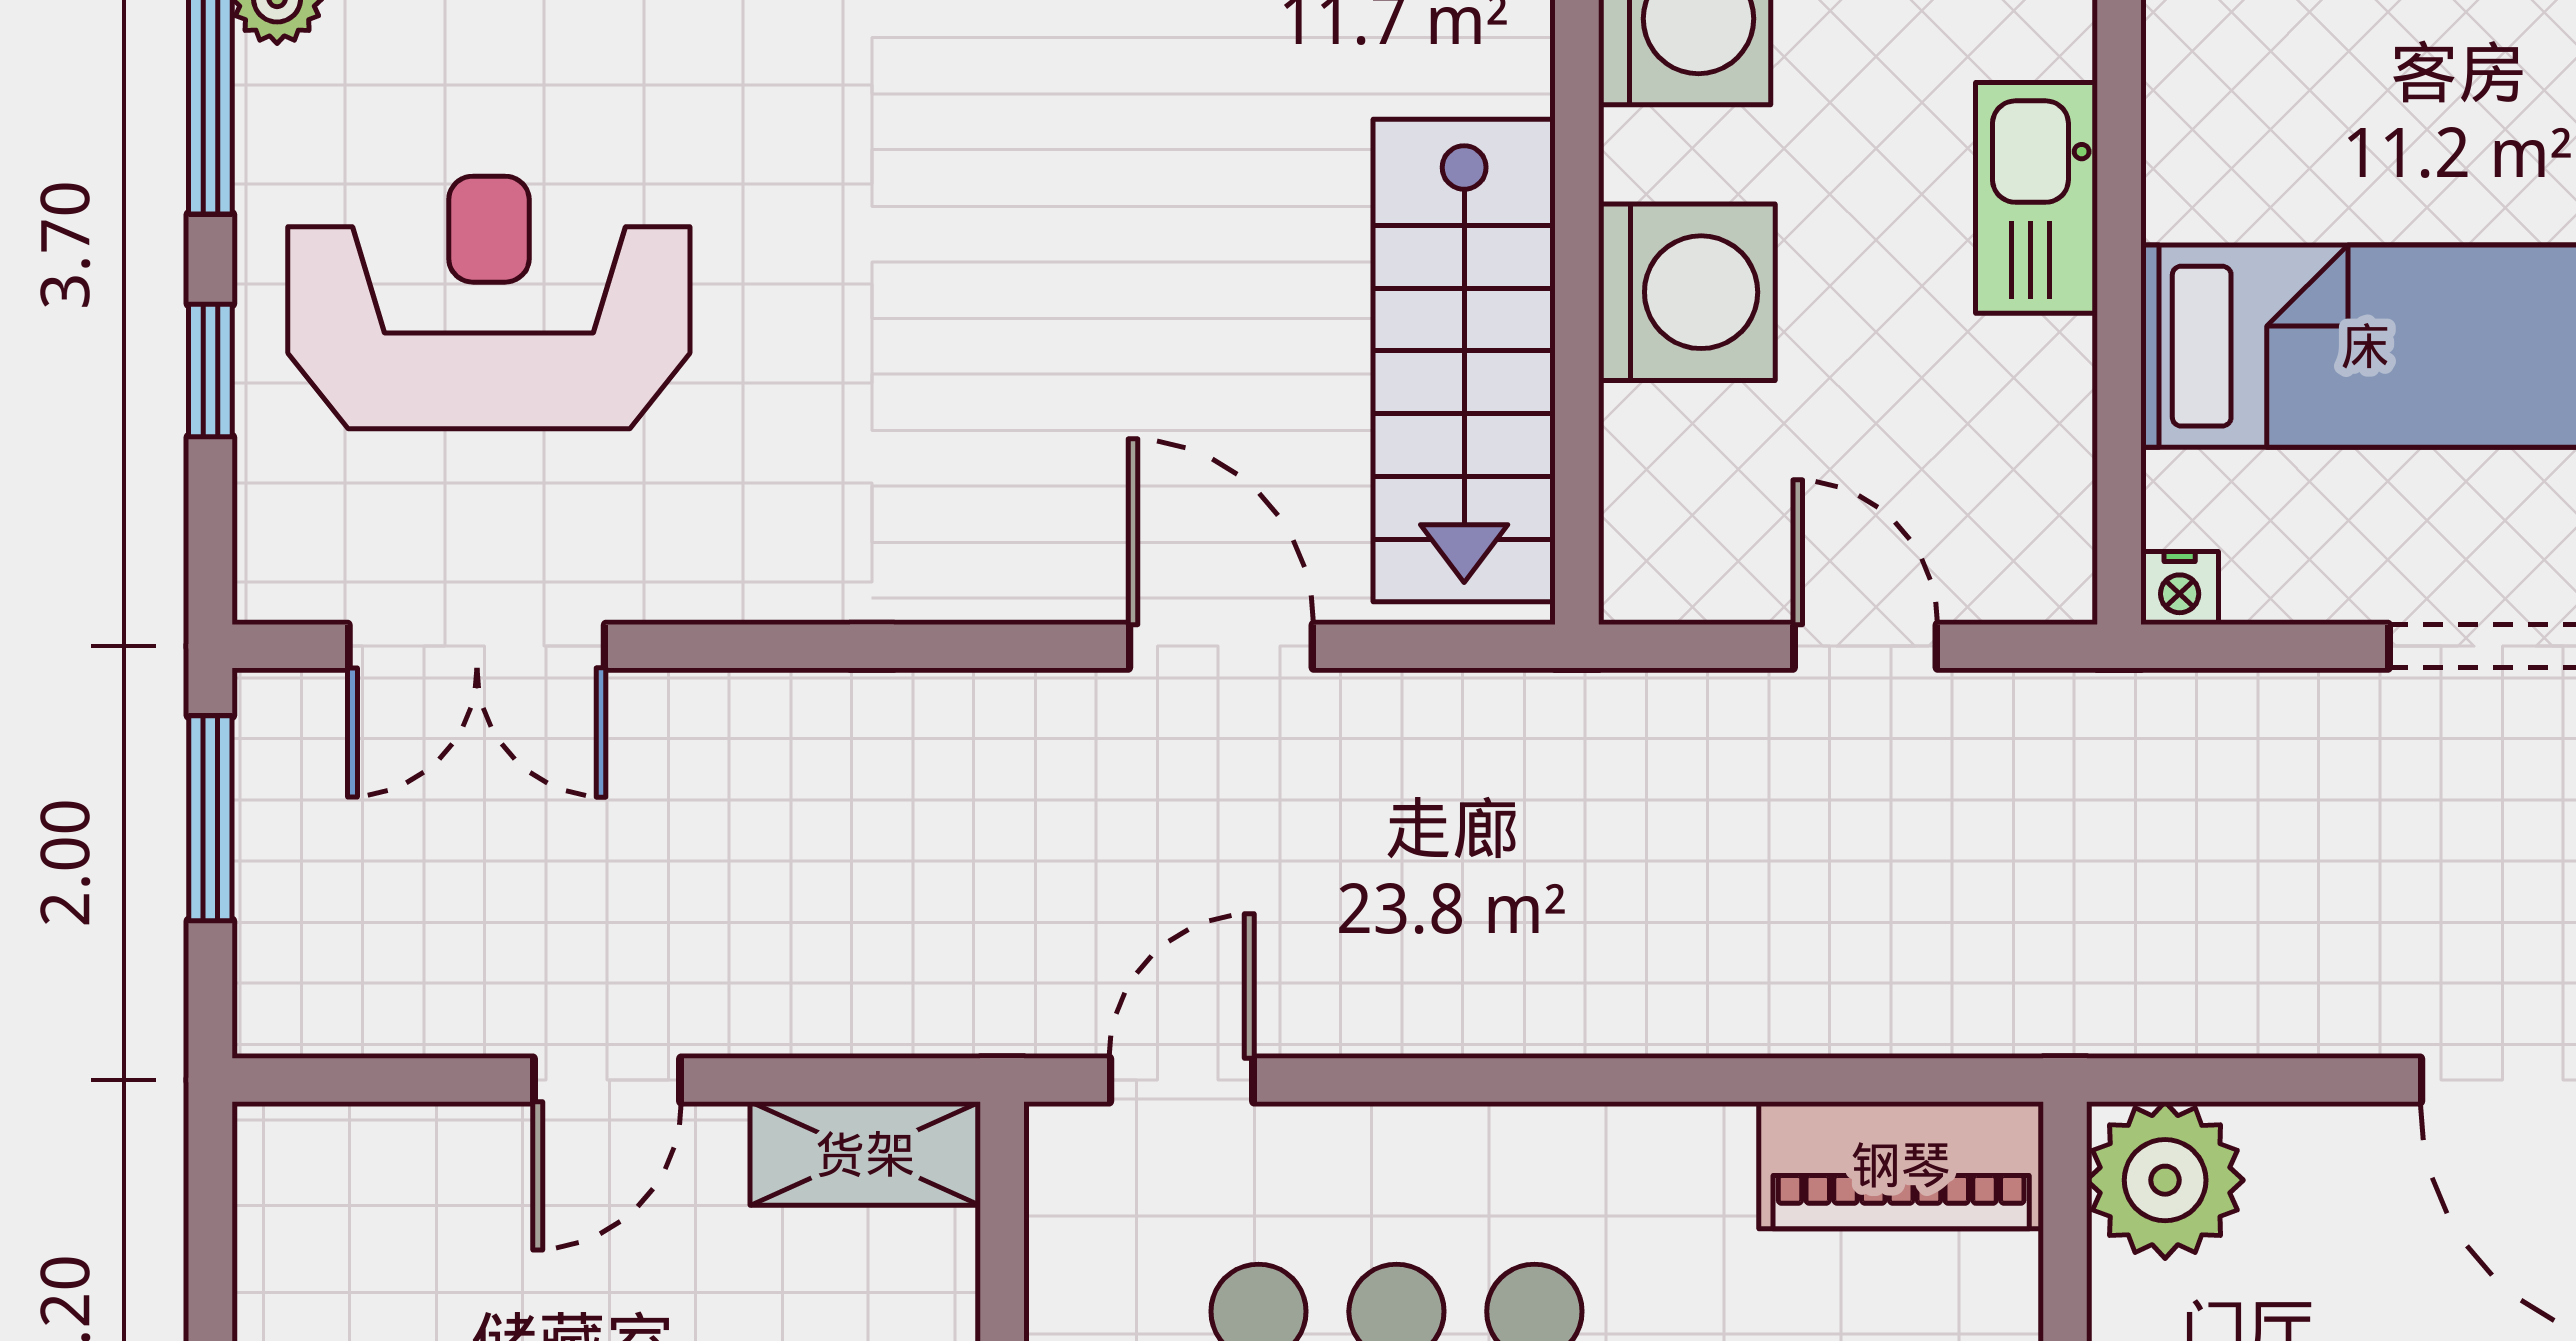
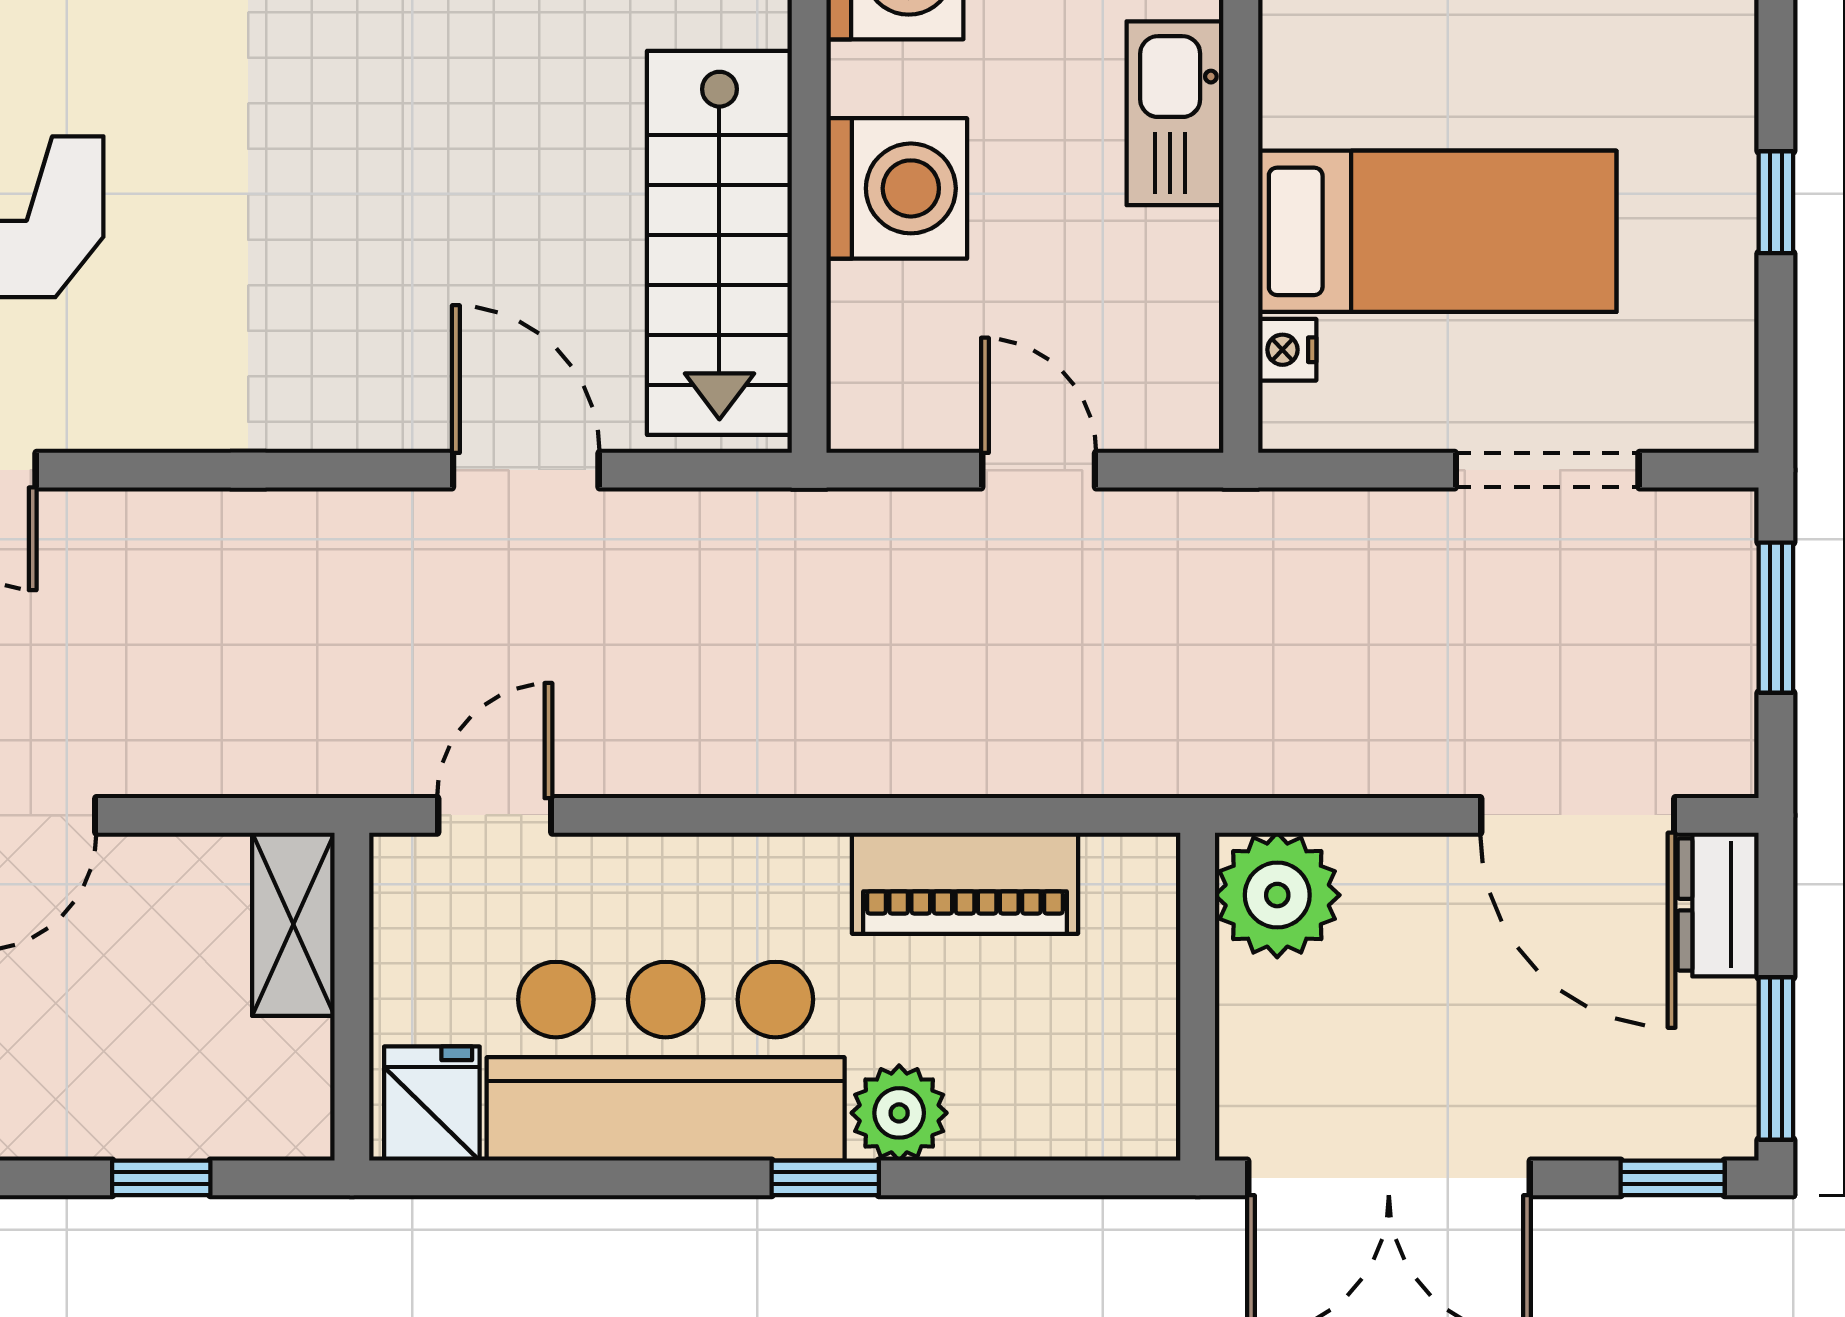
nightstand: (2180, 588) -> (1287, 350), moved, turned 90
shelving: (865, 1154) -> (293, 924), moved, turned 90
piano: (1901, 1165) -> (965, 883), moved

